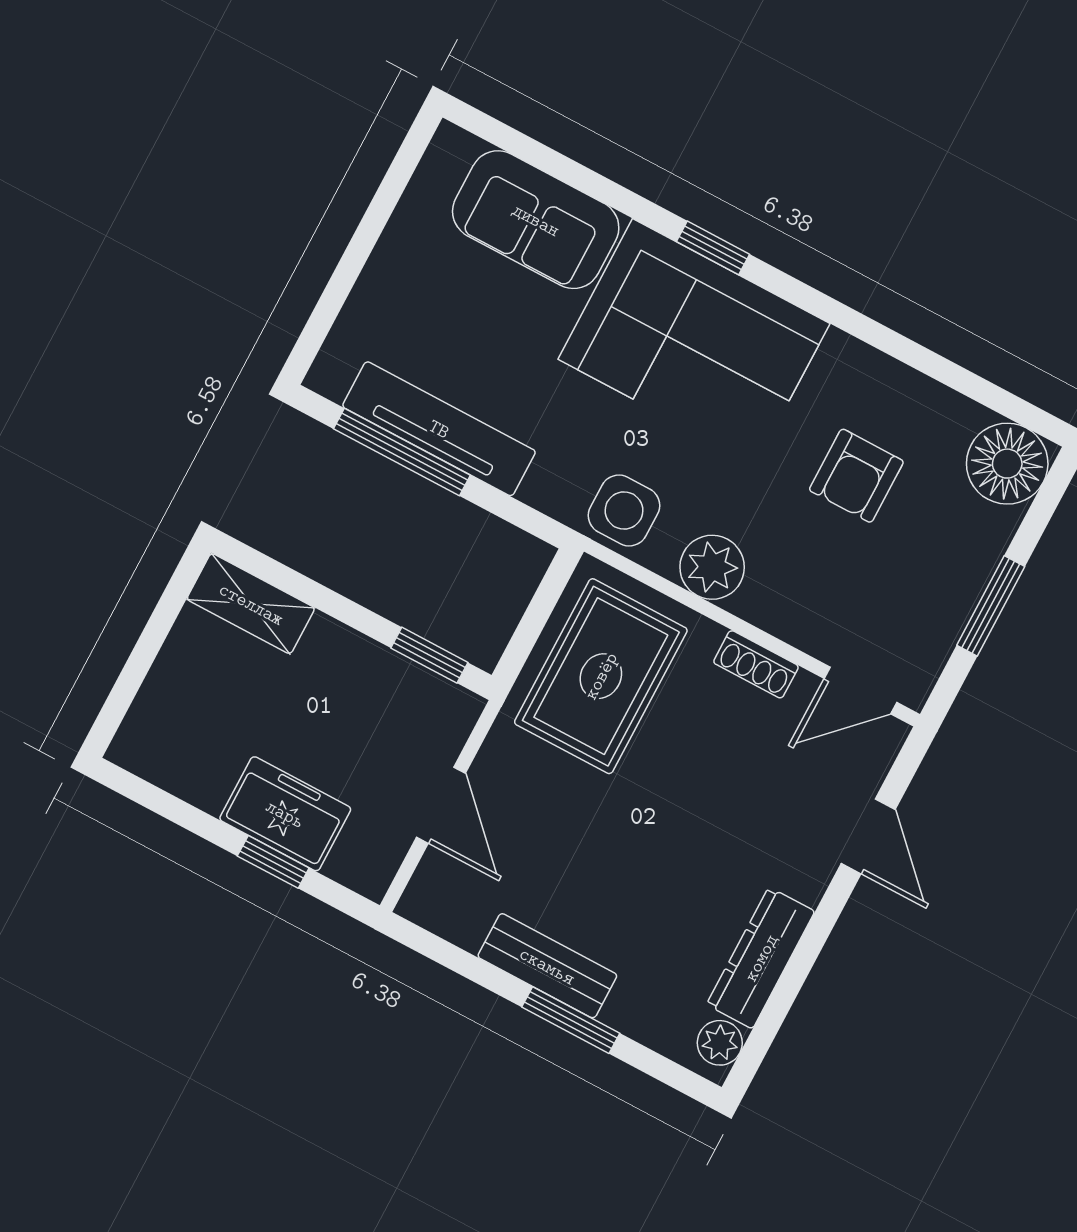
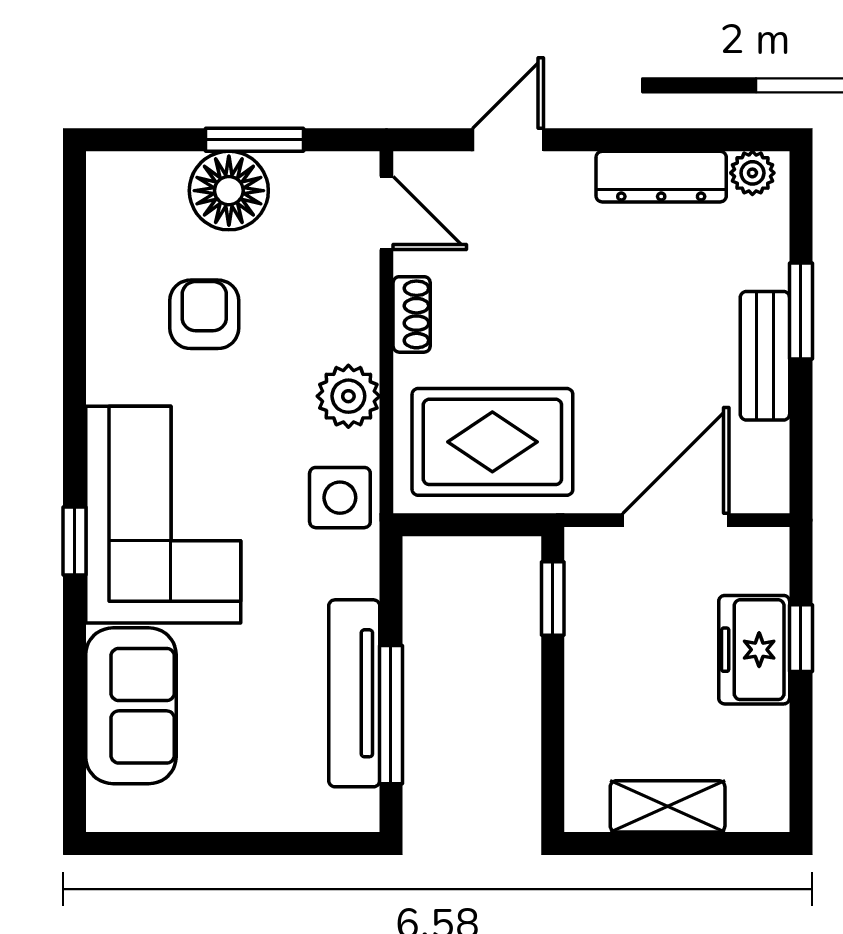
floor lamp: (1007, 464) -> (229, 191), moved
armchair: (856, 476) -> (204, 314), turned -90
shelving: (251, 604) -> (668, 806), moved, turned 90
door: (441, 805) -> (676, 520), width x1.37

